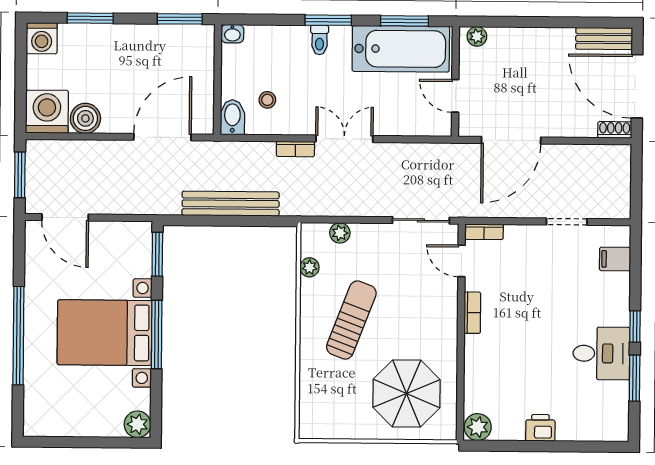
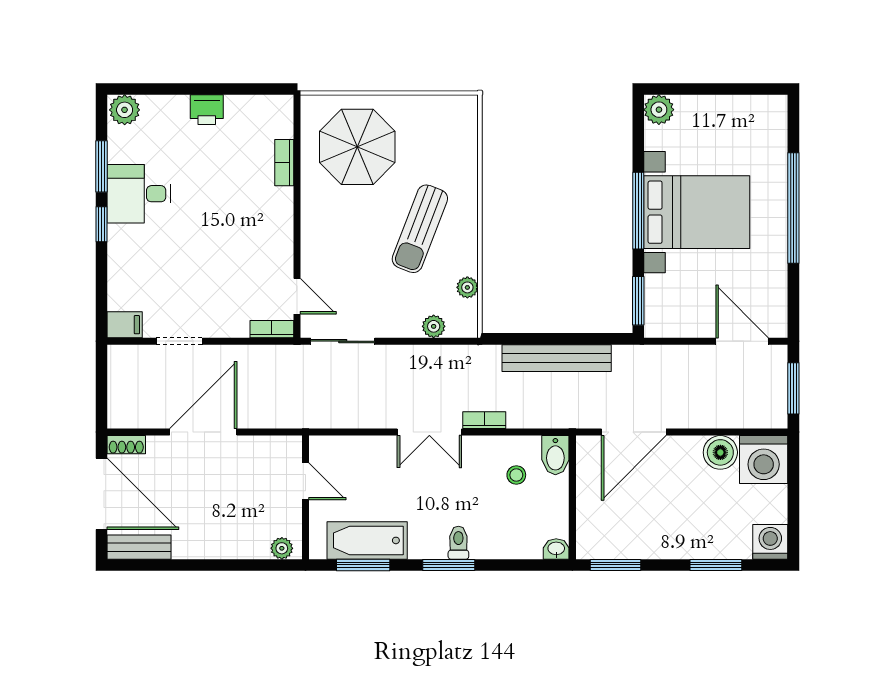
bathtub: (401, 49) -> (367, 540), width x0.73, depth x0.73
door: (511, 140) -> (203, 432), moved
filing cabinet: (615, 259) -> (125, 325), moved
bookcase: (472, 313) -> (284, 163), moved
plant: (478, 427) -> (125, 110), moved

